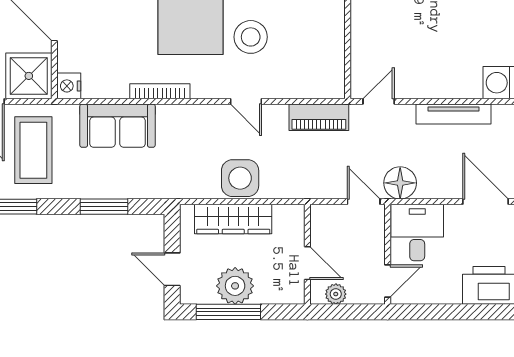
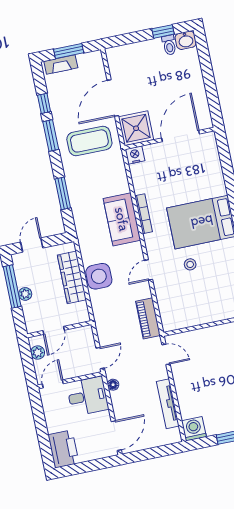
stool: (251, 37) -> (190, 264), width x0.53, depth x0.53
sofa: (117, 126) -> (122, 219), moved
floor lamp: (400, 183) -> (113, 385), width x0.53, depth x0.53
door: (388, 281) -> (53, 384), swing flipped
plant: (235, 286) -> (25, 294), width x0.53, depth x0.53

